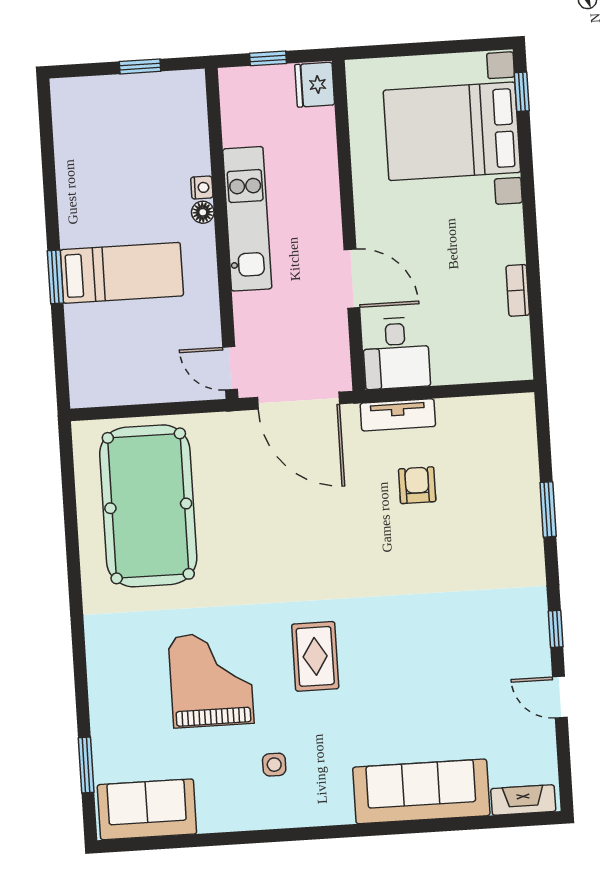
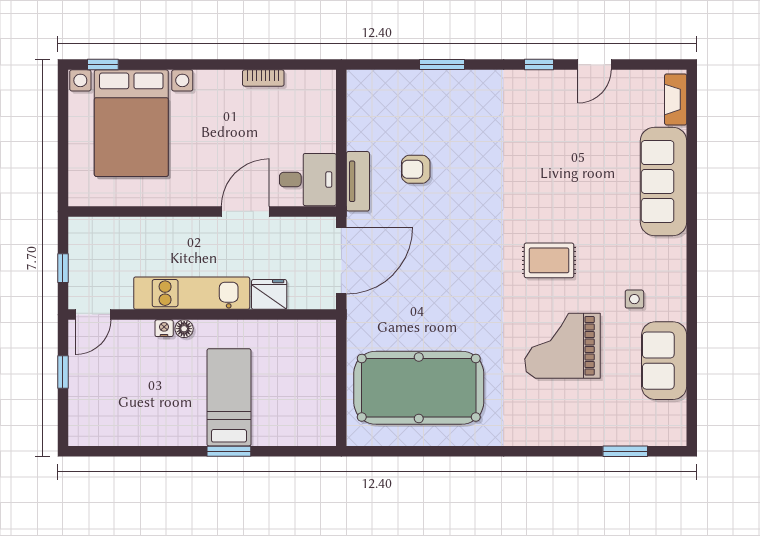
fridge: (315, 85) -> (269, 294), moved, turned 180
door: (230, 368) -> (93, 315), moved
sofa: (147, 809) -> (664, 361), moved

